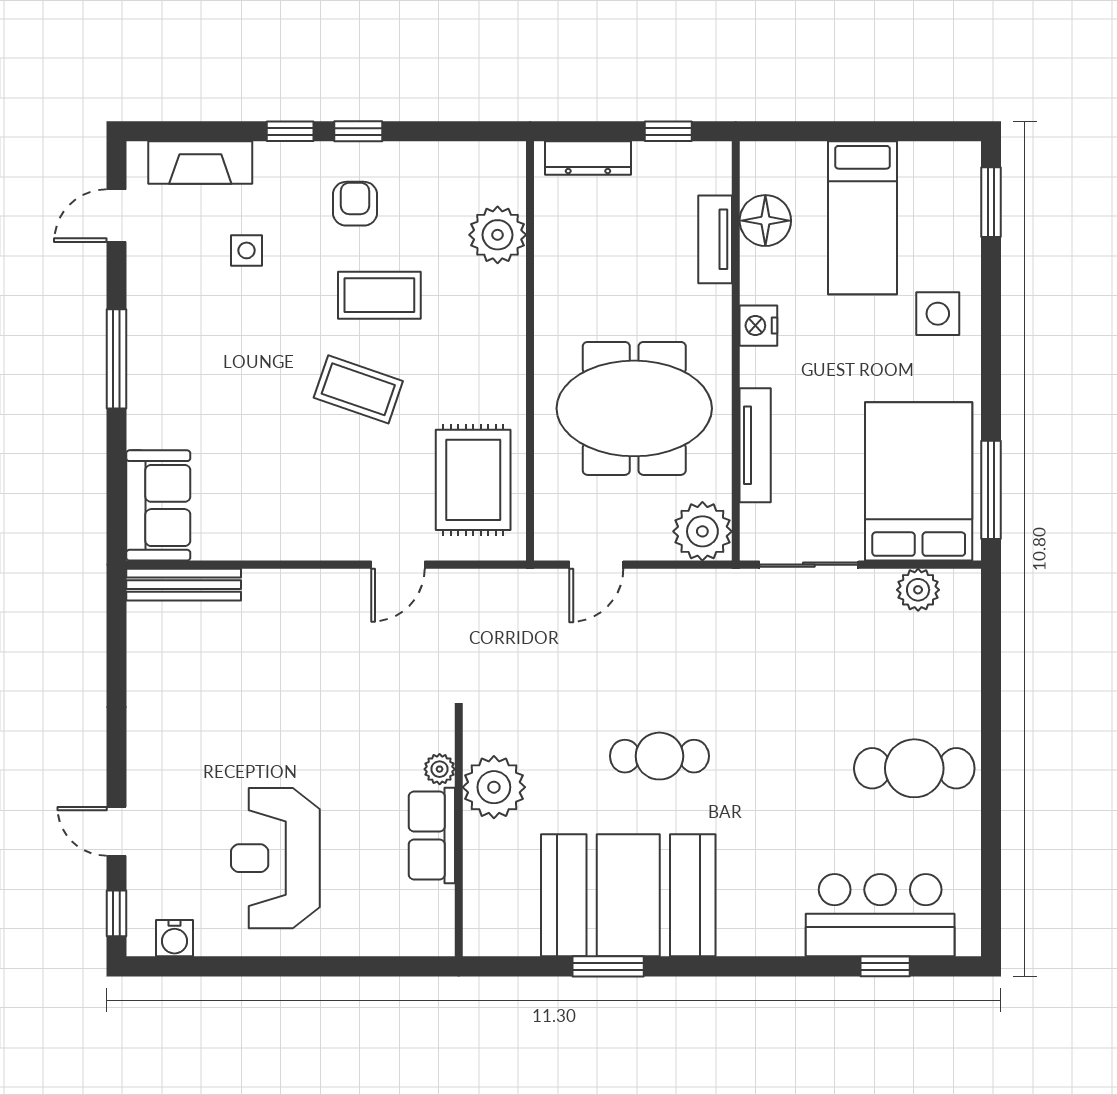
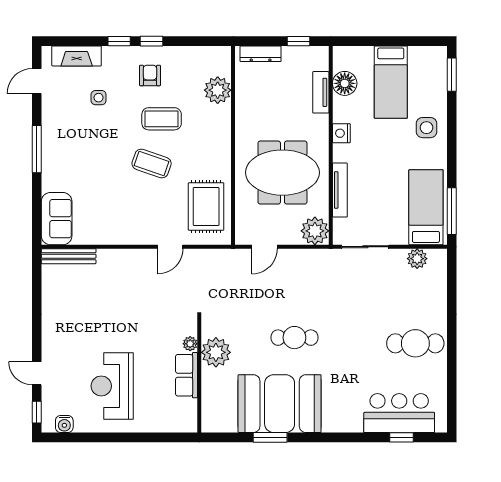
bed: (919, 481) -> (426, 207), width x0.67

